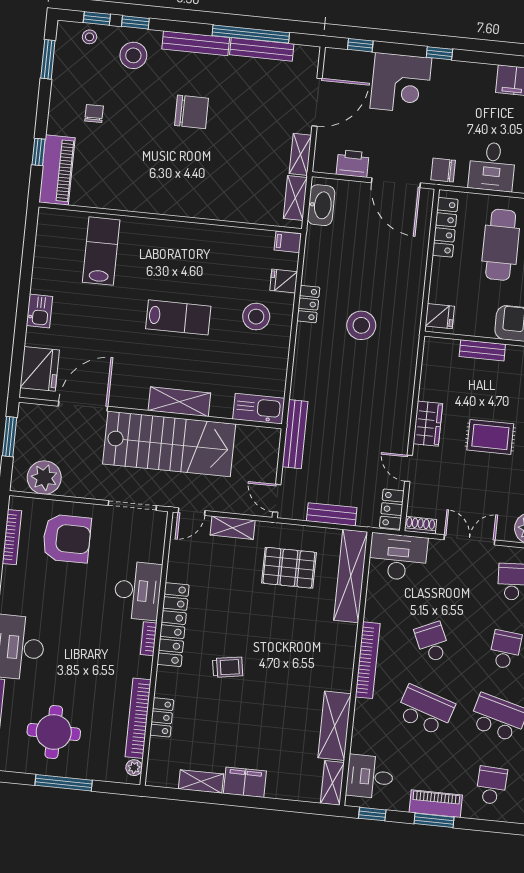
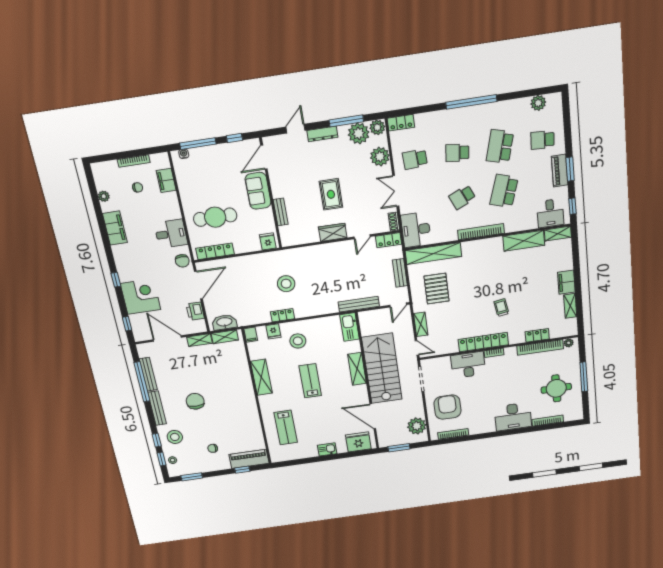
shelving: (206, 237) -> (261, 377), added
lab bench: (101, 251) -> (286, 427), turned -90

